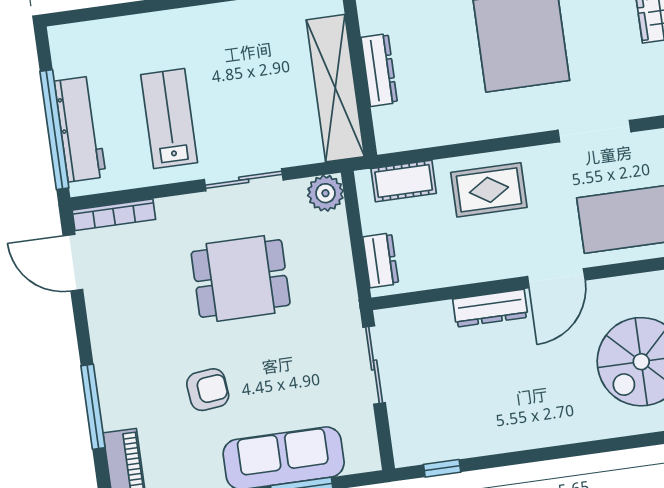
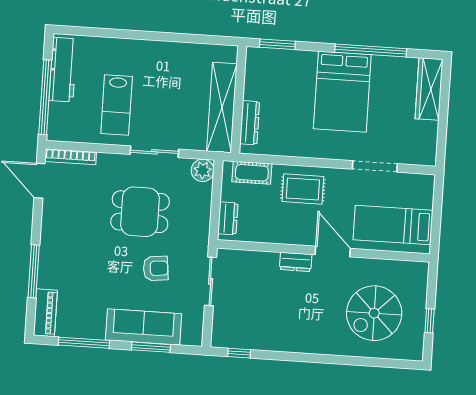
dresser: (379, 70) -> (250, 123), moved
lab bench: (169, 119) -> (117, 105), turned 180
workbench: (80, 129) -> (63, 70), moved
door: (556, 278) -> (333, 252), swing flipped
dresser: (490, 308) -> (296, 262), width x0.70
armchair: (208, 390) -> (156, 268), moved

